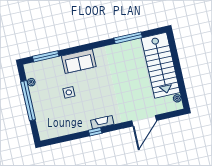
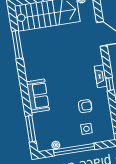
side table: (69, 92) -> (86, 129), moved
armchair: (72, 109) -> (85, 106), added

